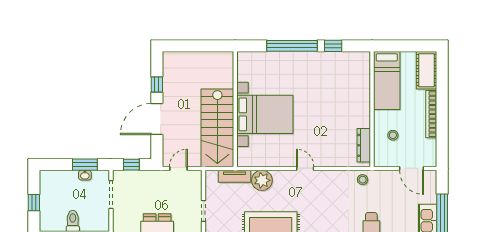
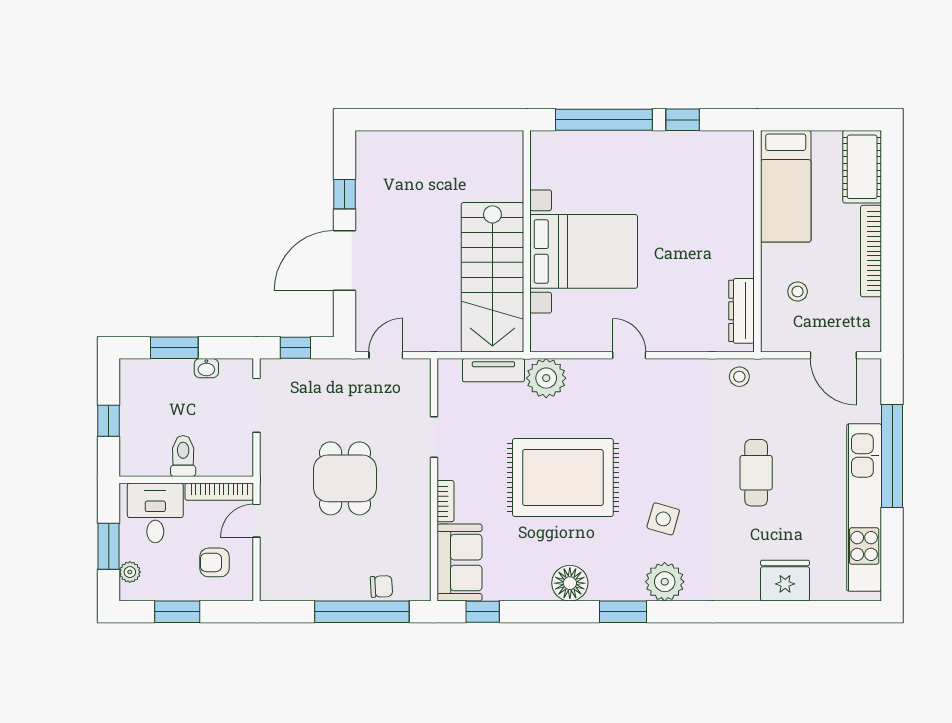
wall: (235, 109) -> (527, 241), moved
bed with nightstands: (265, 114) -> (584, 251), moved
stairs: (217, 128) -> (492, 277), moved
window: (85, 165) -> (174, 348), moved

